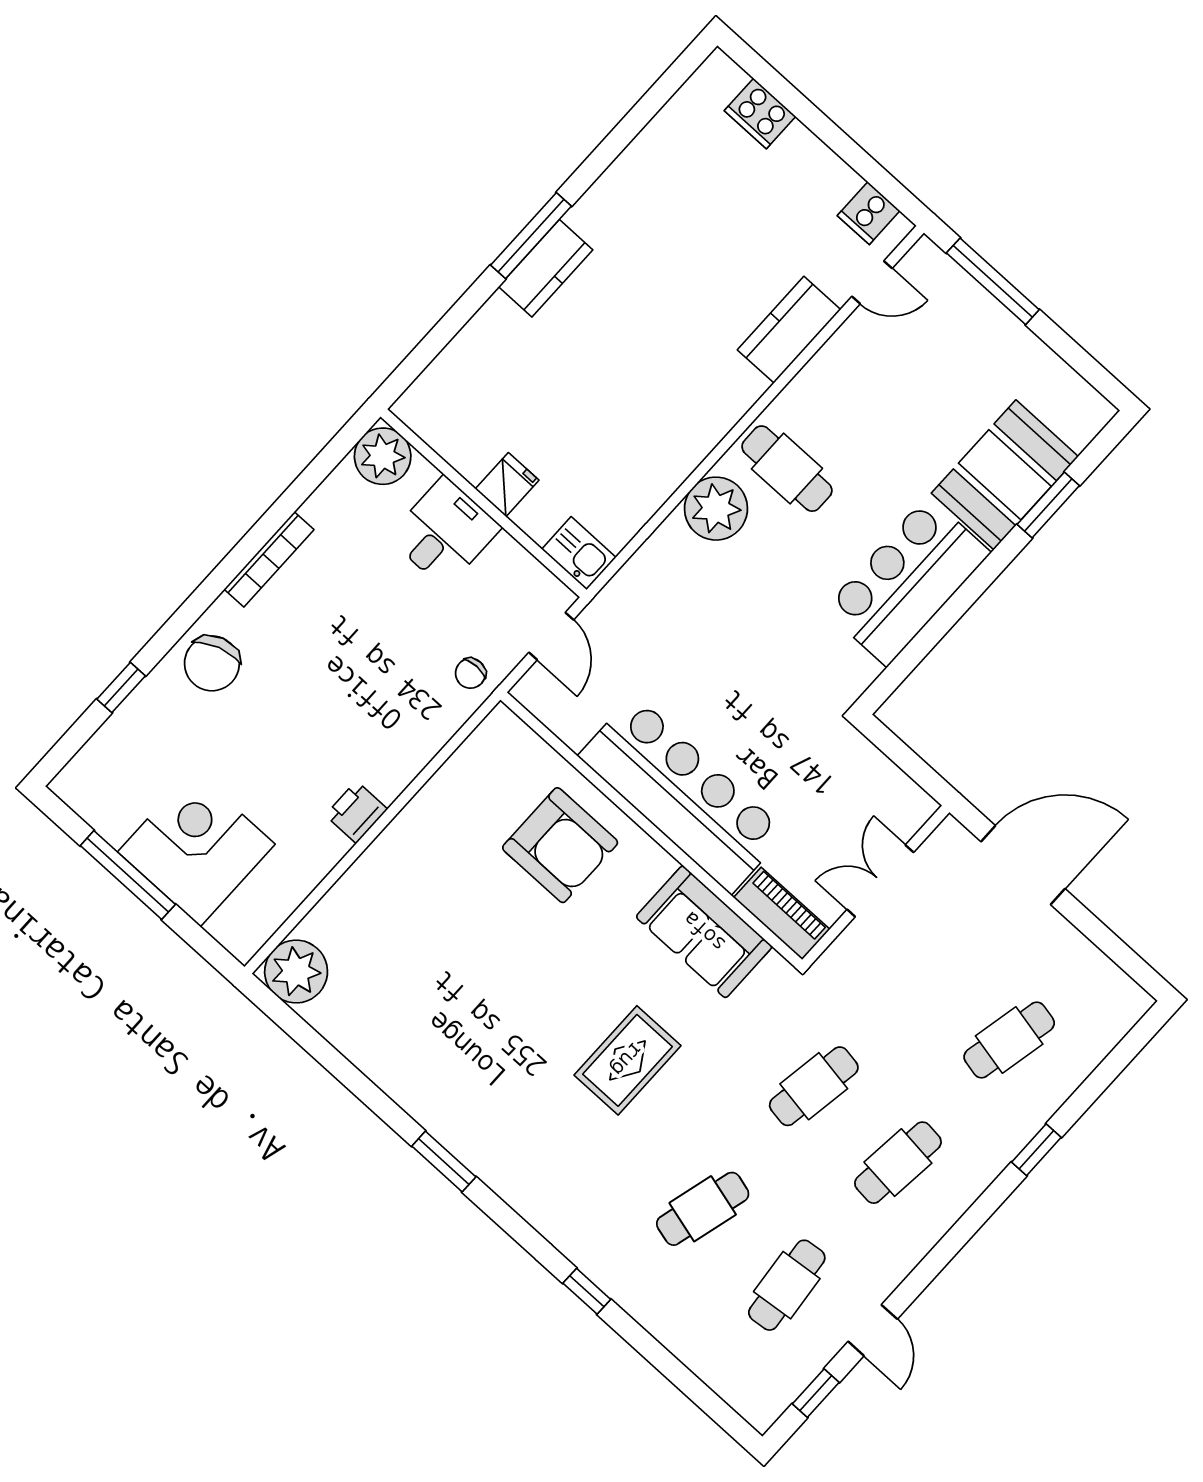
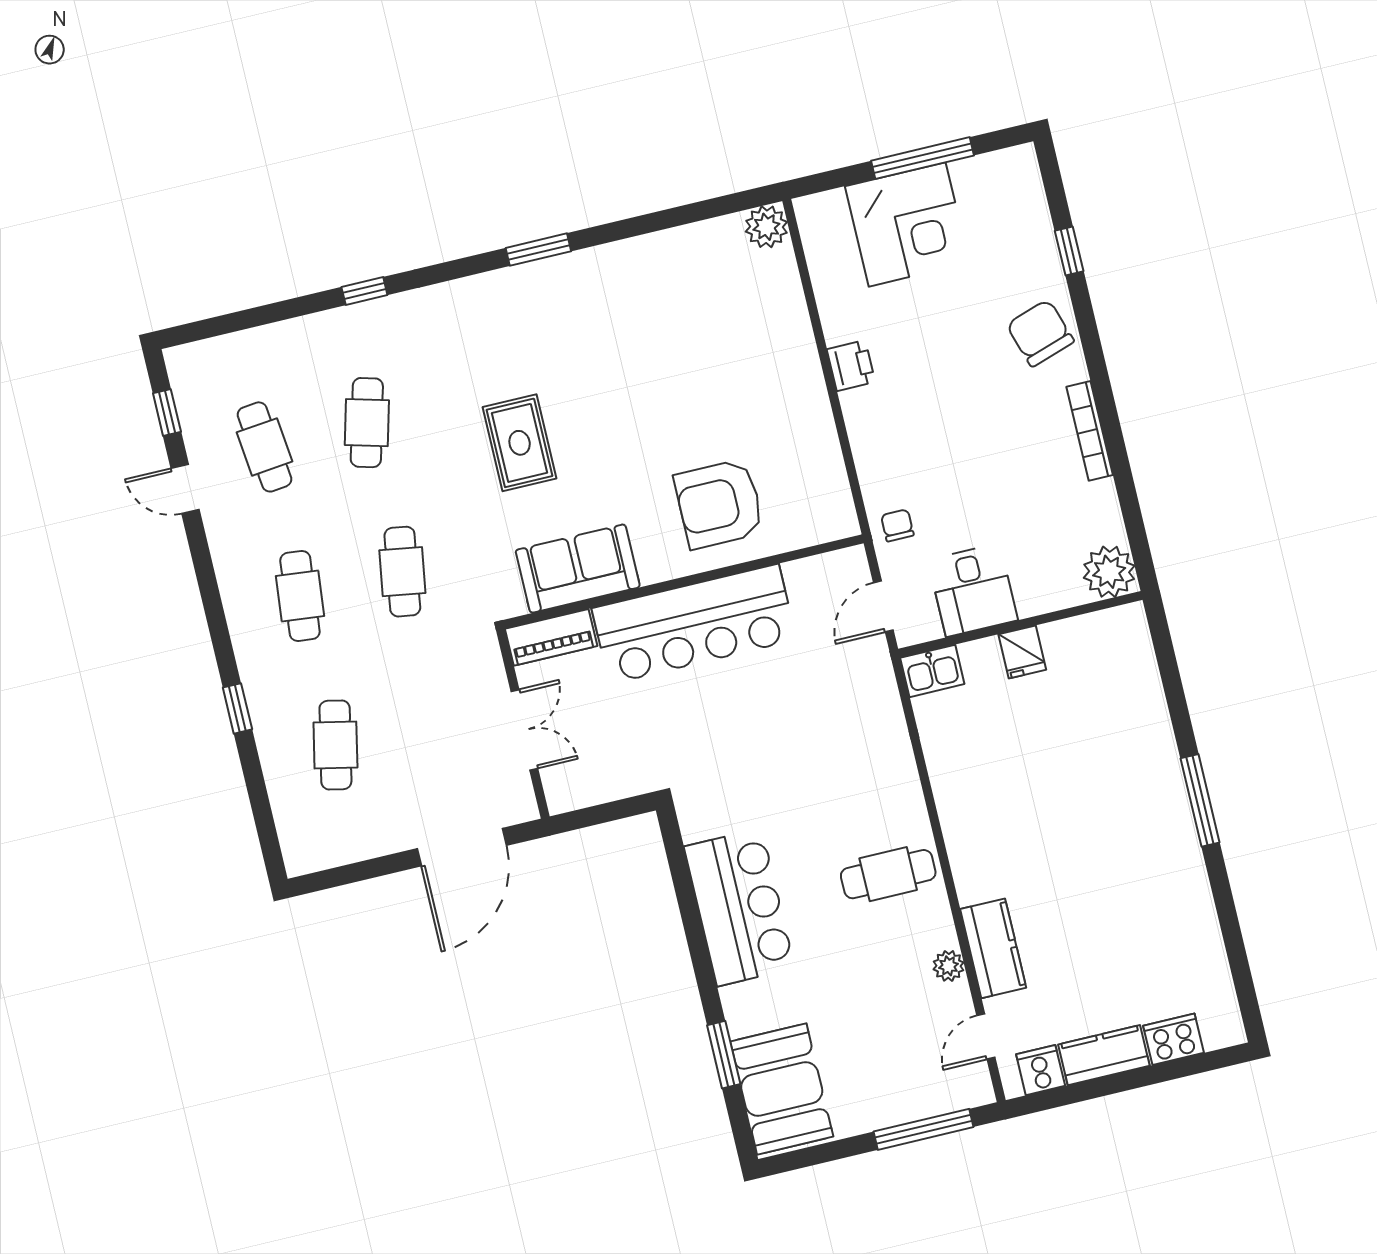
kitchen counter: (546, 268) -> (1104, 1055), moved, turned 90
booth: (1005, 475) -> (782, 1089), moved
plant: (716, 509) -> (948, 966), moved, width x0.53, depth x0.53
desk: (444, 532) -> (973, 590), moved
door: (551, 636) -> (883, 606), hinge flipped
plant: (296, 972) -> (766, 227), width x0.73, depth x0.73

